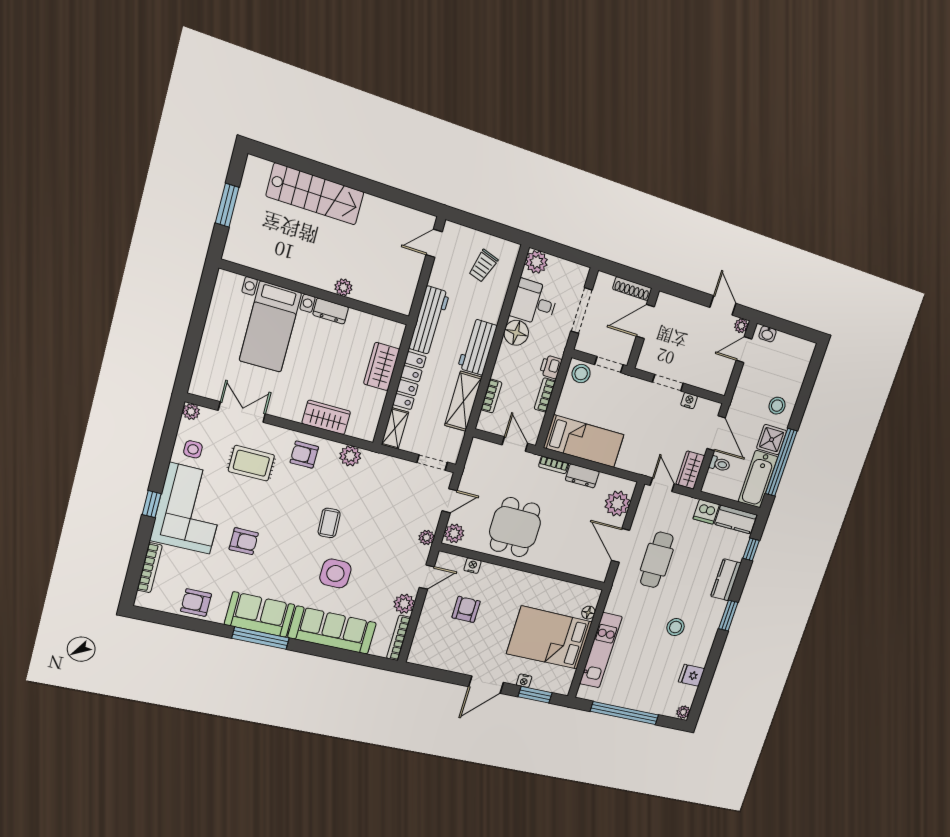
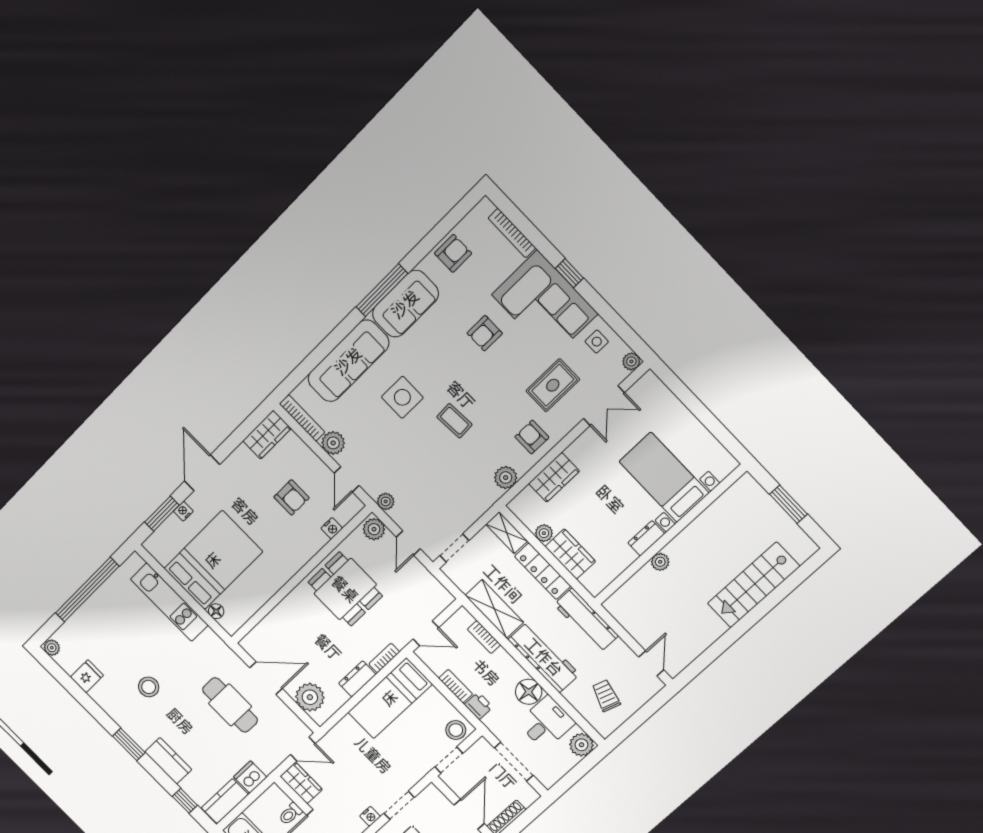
workbench: (477, 347) -> (544, 657), width x1.38
plant: (377, 398) -> (544, 533), added
armchair: (304, 455) -> (532, 437), turned -90
wardrobe: (428, 656) -> (267, 435), added

